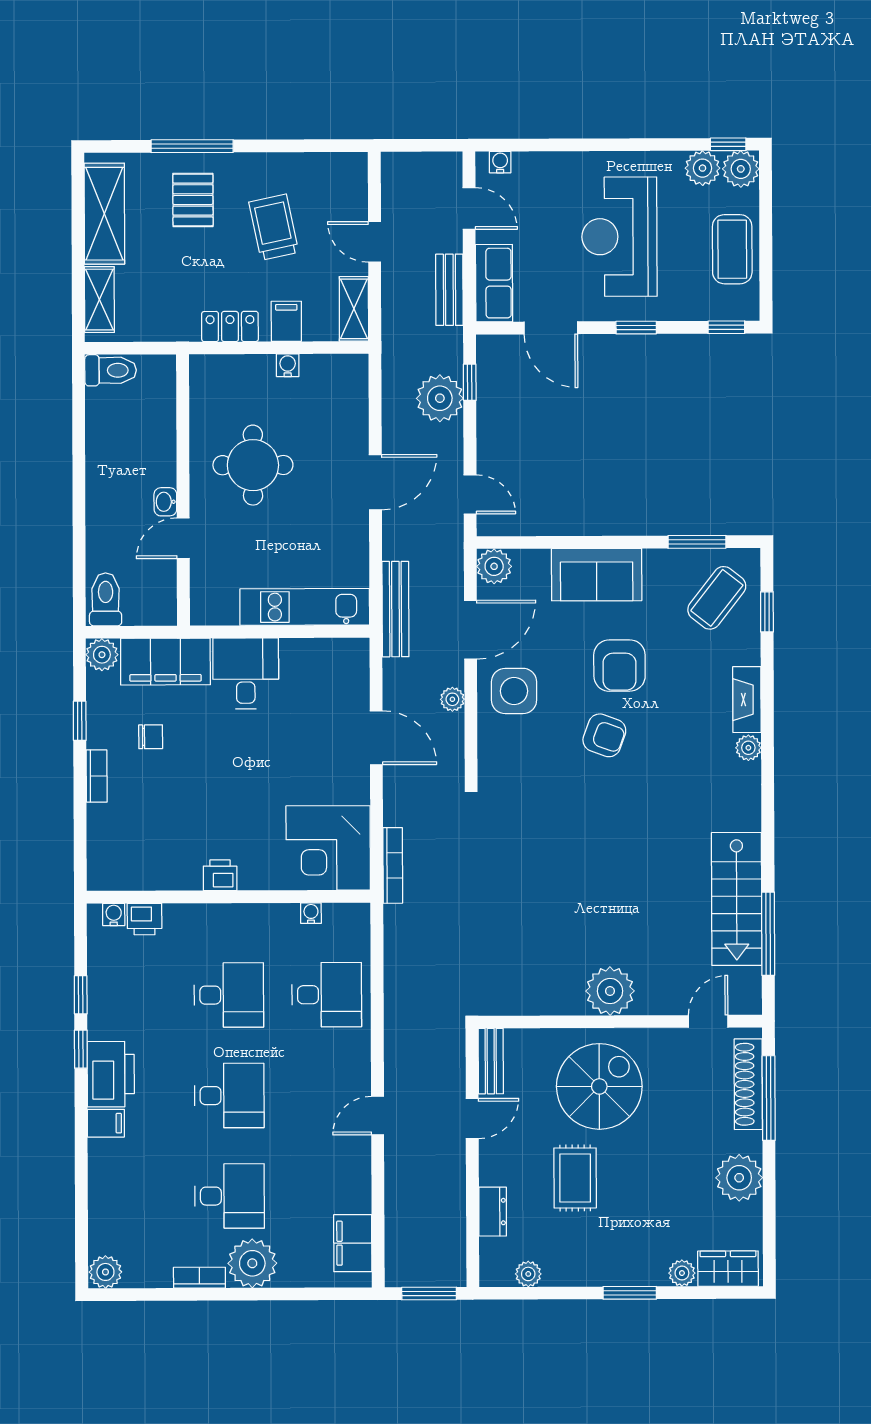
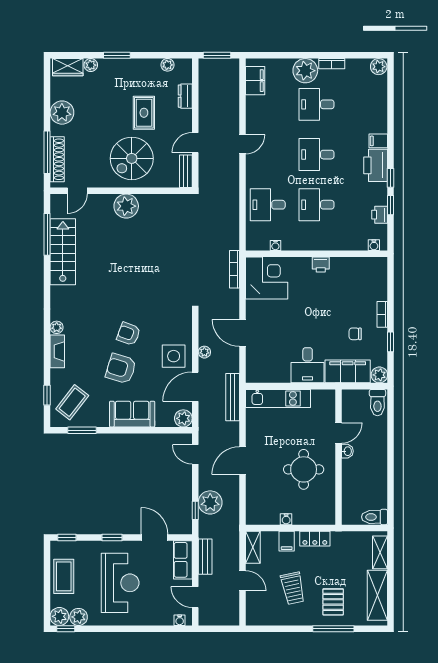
armchair: (619, 666) -> (121, 369), turned -73
printer: (145, 919) -> (380, 215), moved, turned -90

